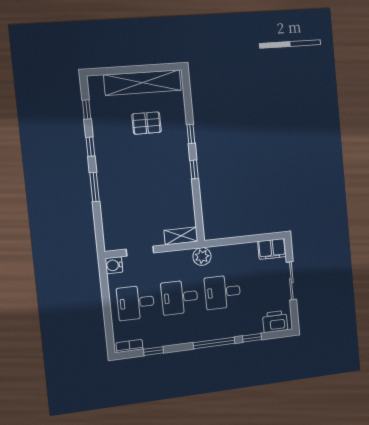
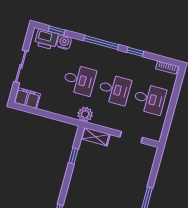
window: (194, 169) -> (73, 156), moved
water cooler: (114, 265) -> (64, 42), moved, turned -90
window: (252, 338) -> (57, 31), moved
window: (154, 351) -> (135, 52), moved

